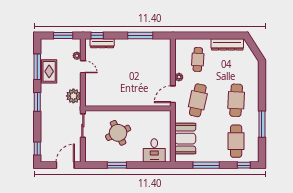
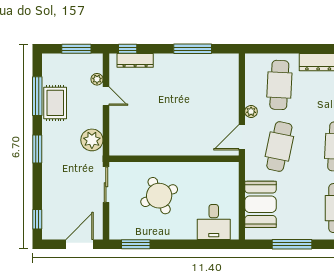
cafe table: (198, 59) -> (279, 85), width x1.37, depth x1.35
window: (117, 165) -> (136, 244), moved

